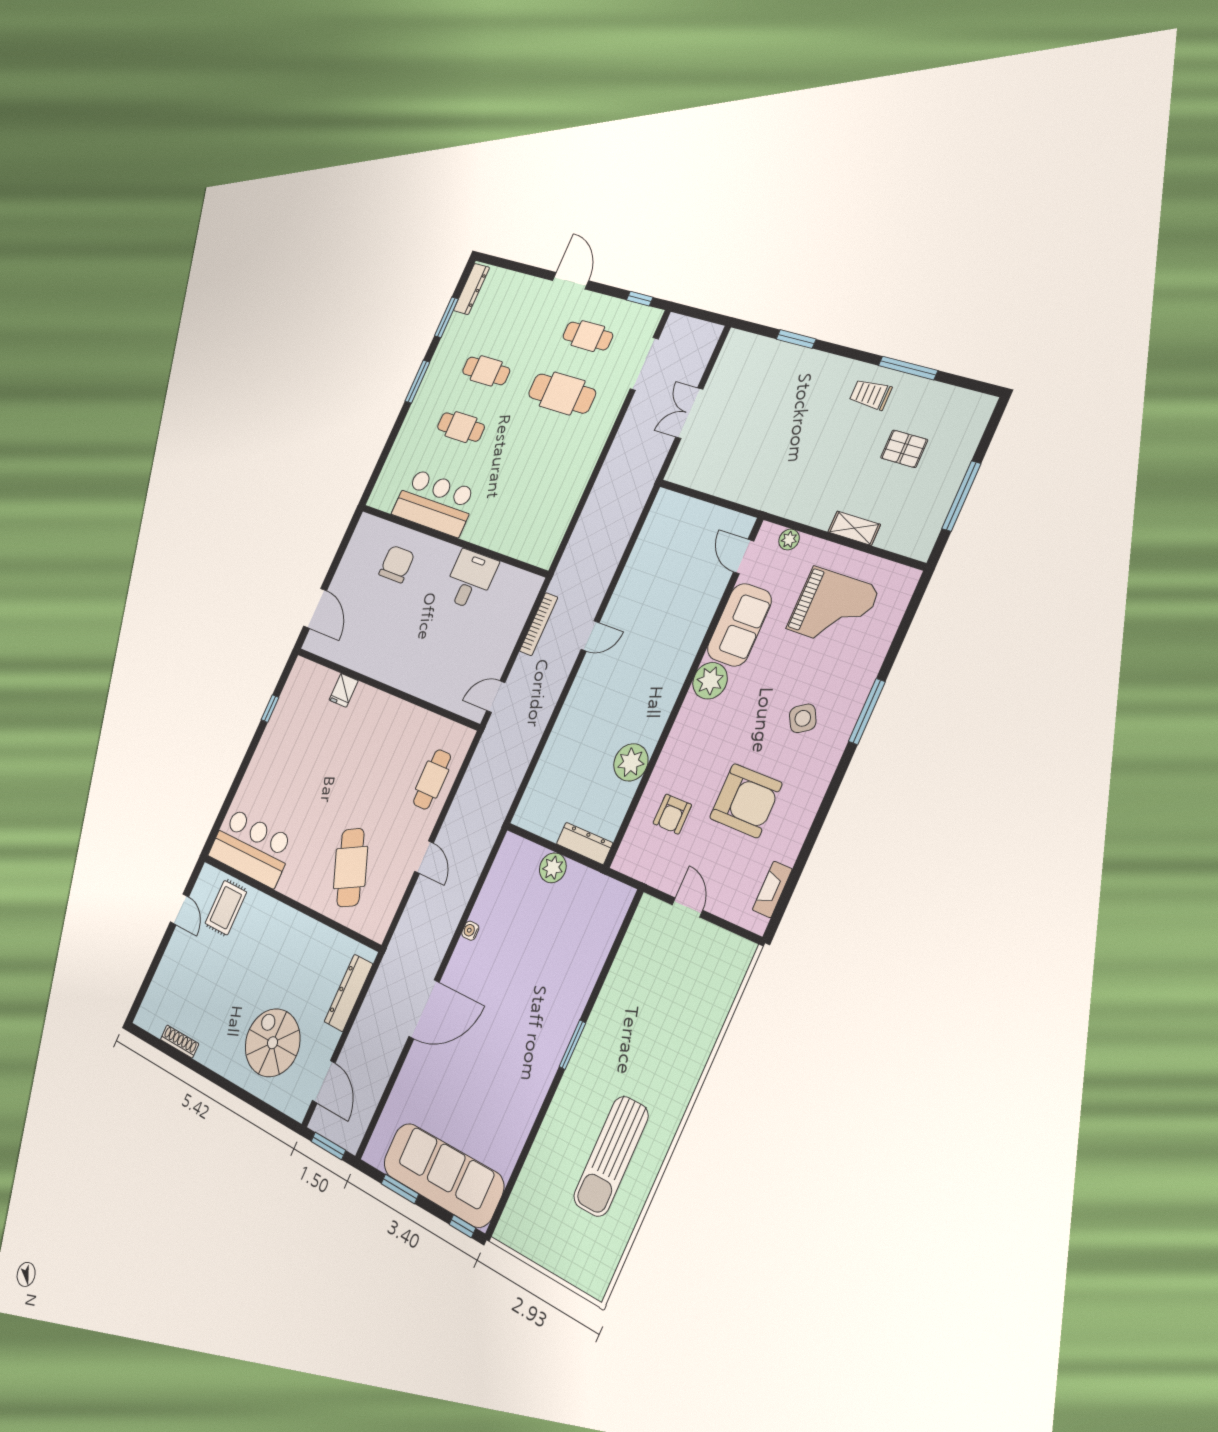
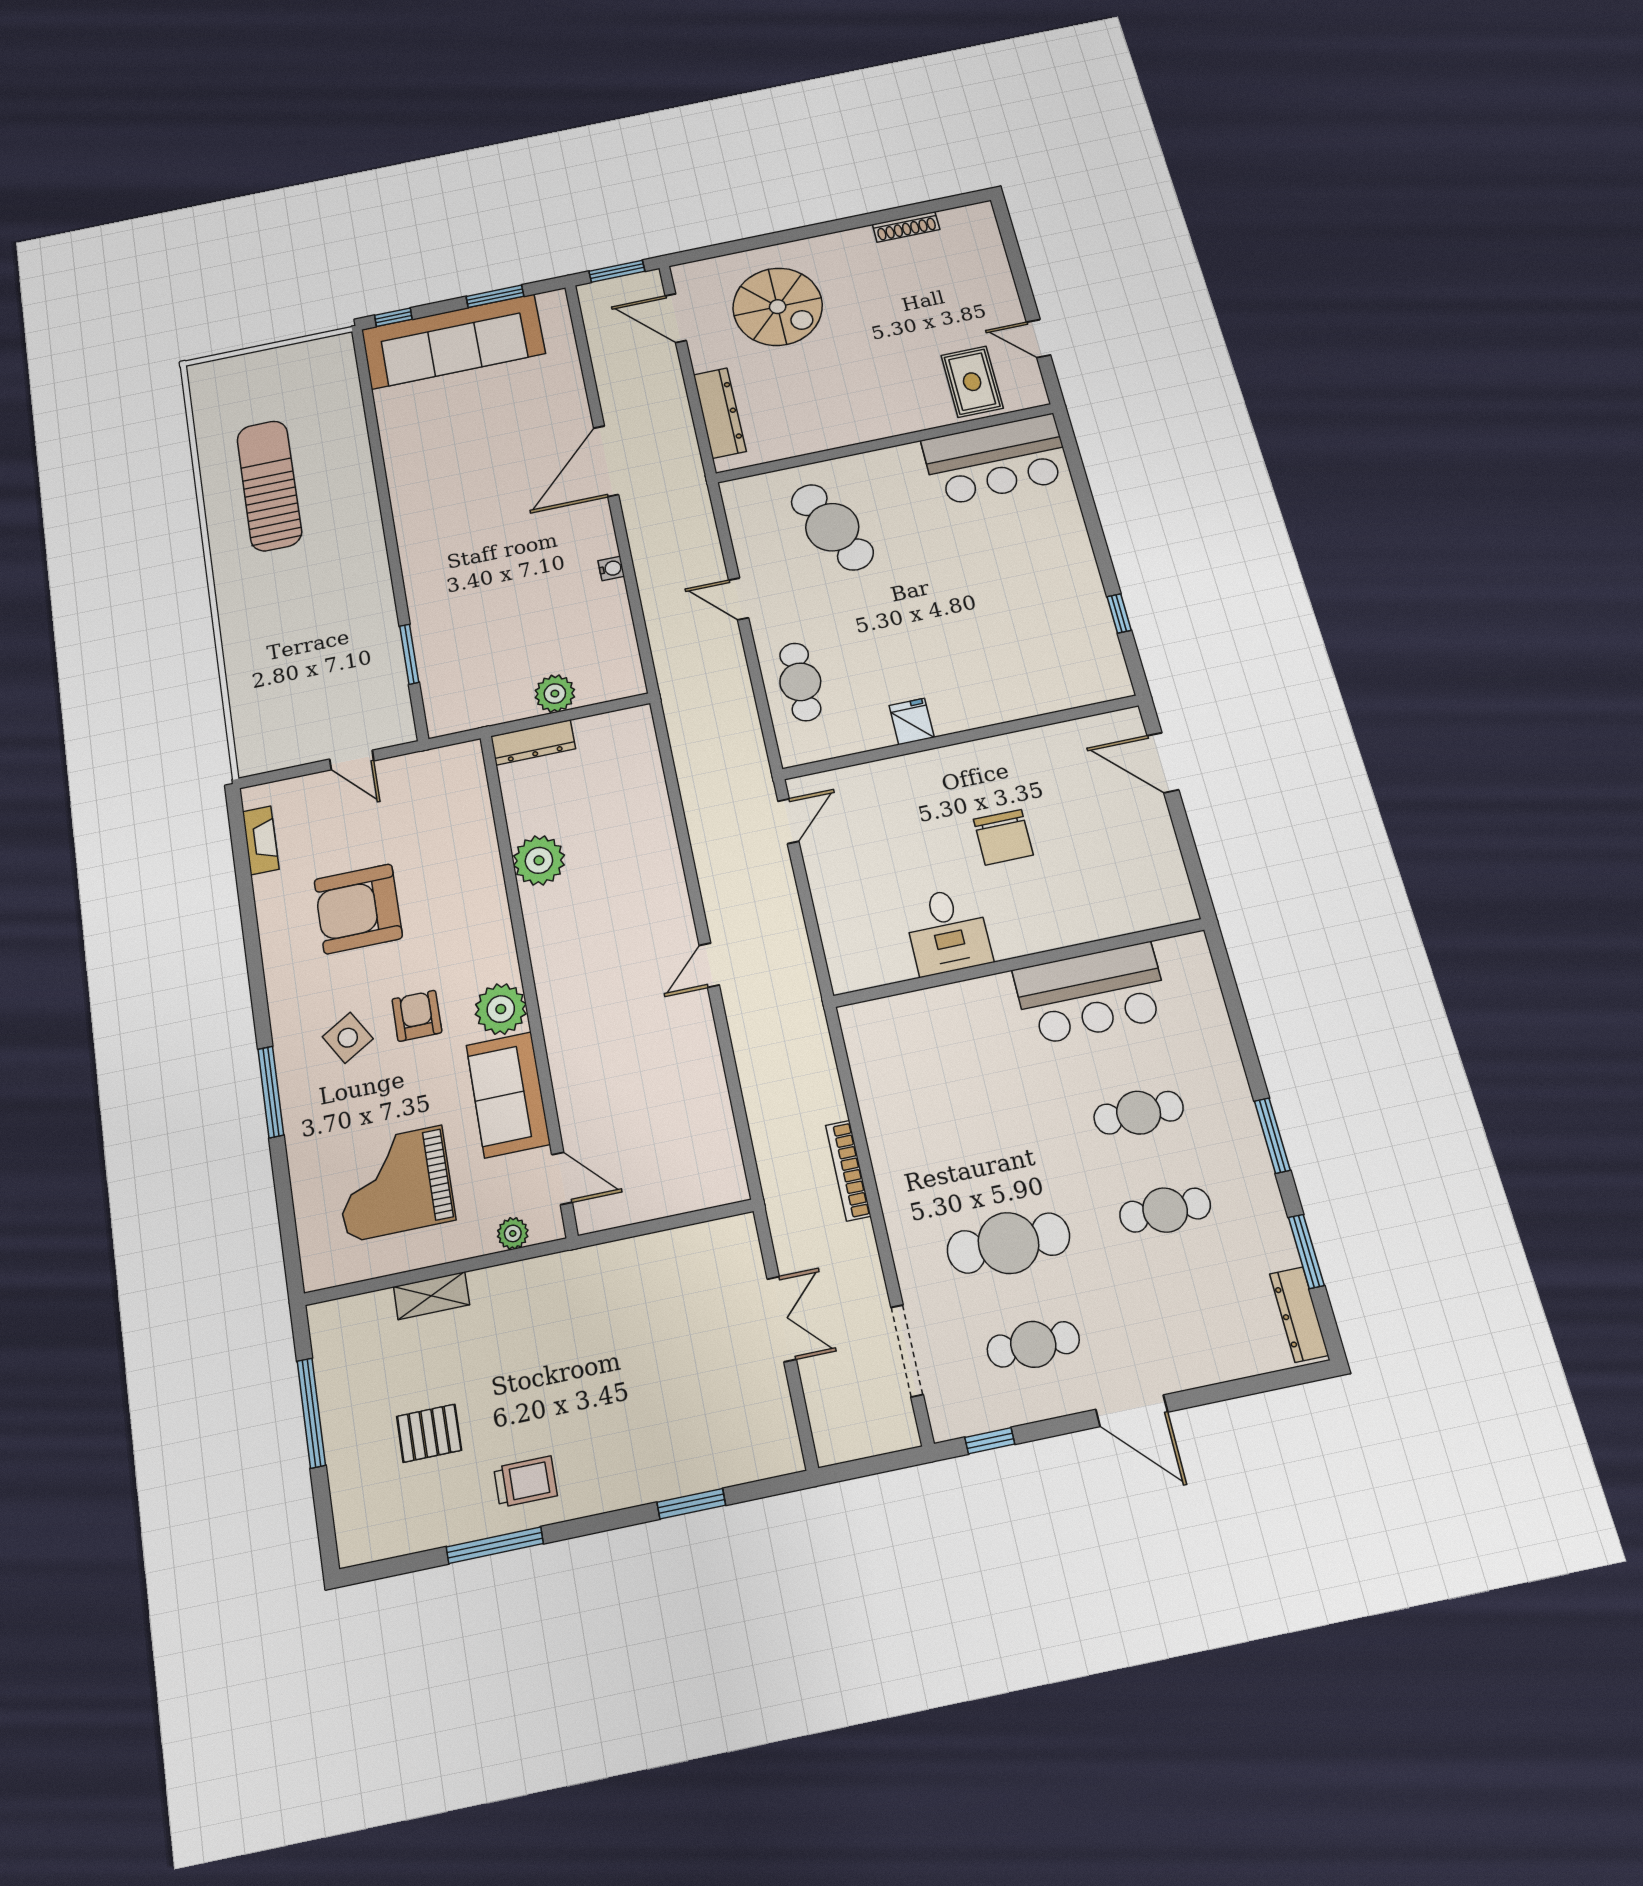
chair: (397, 564) -> (1003, 837), moved
bookcase: (539, 624) -> (848, 1171), moved
fridge: (344, 690) -> (912, 721), moved
armchair: (672, 814) -> (417, 1016), moved
window: (572, 1045) -> (409, 654), moved

